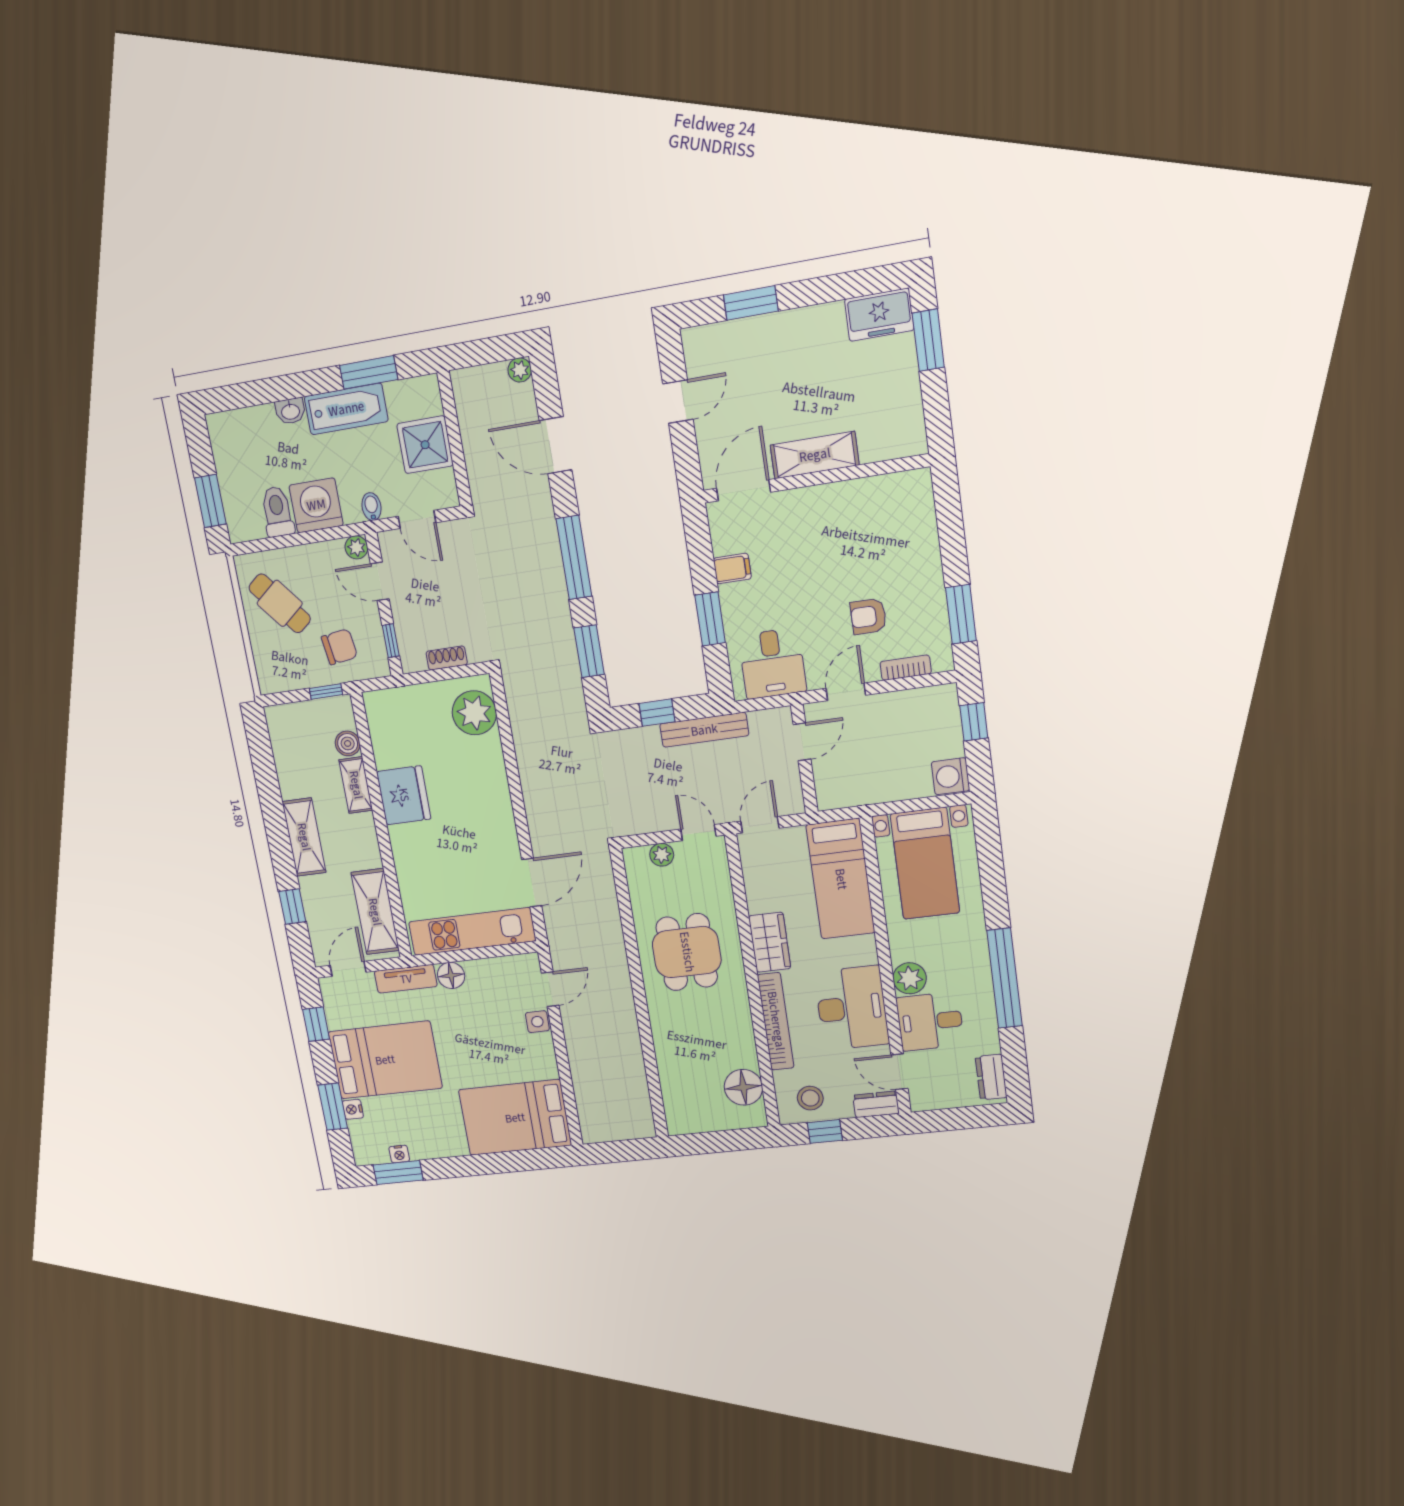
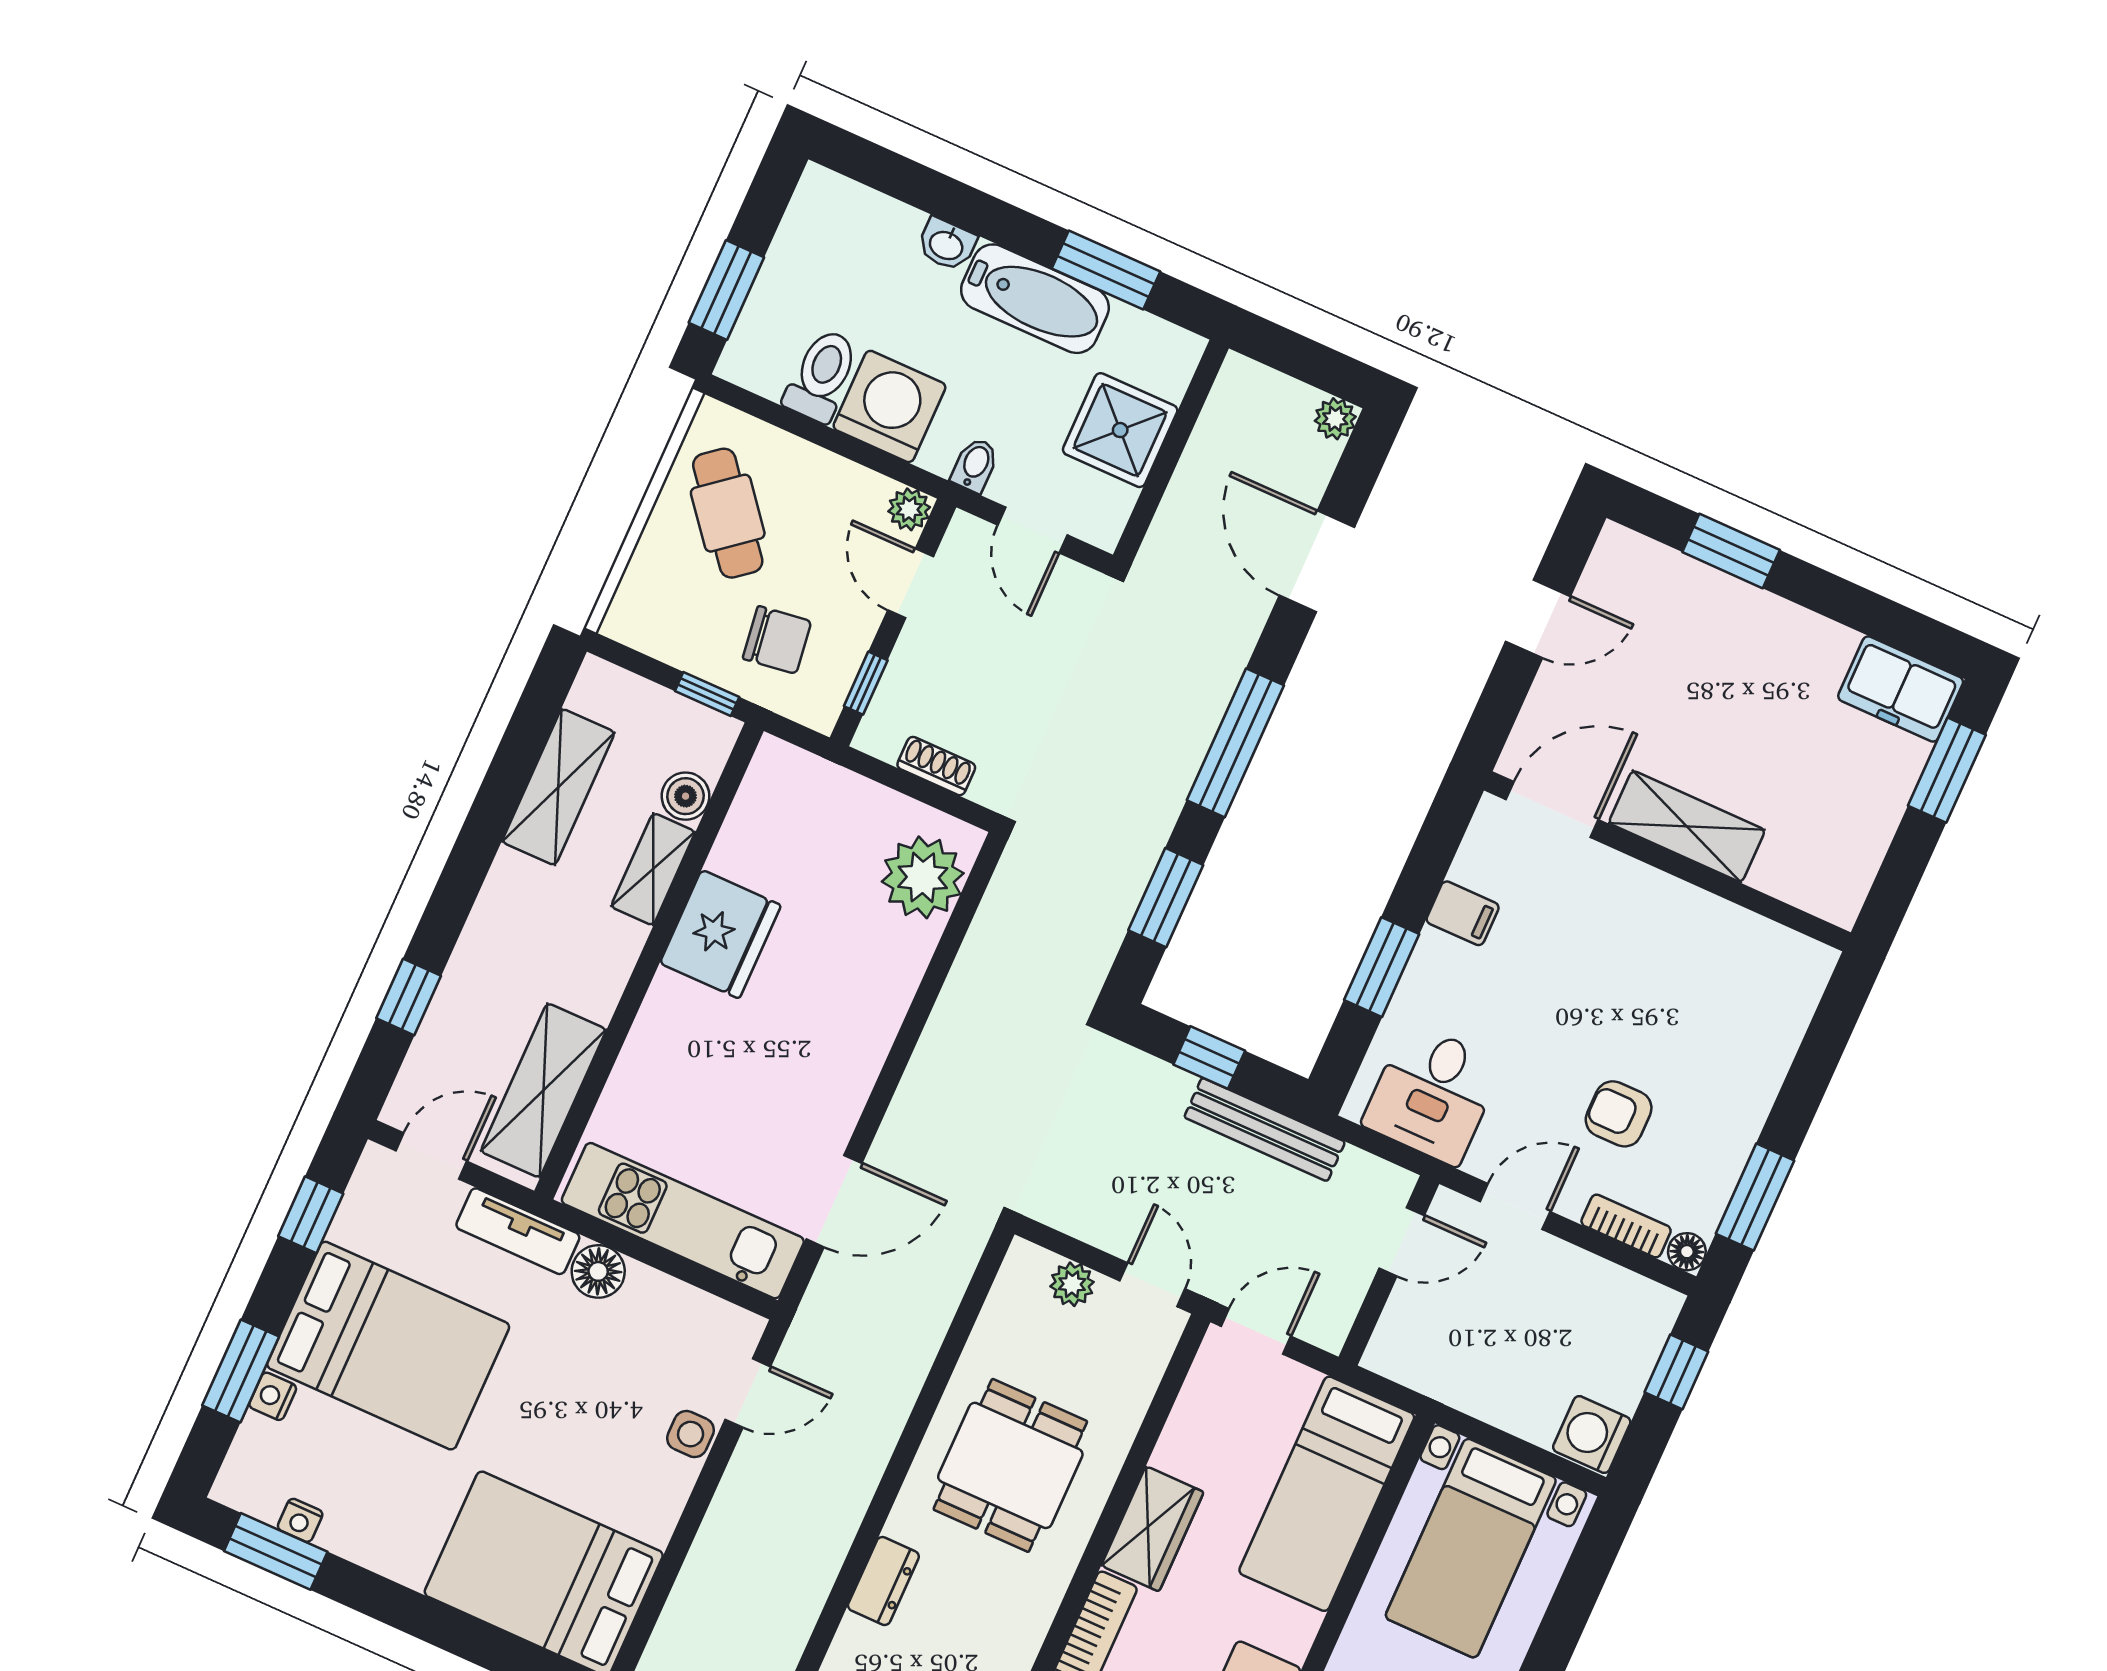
floor lamp: (943, 661) -> (1687, 1252), added
shelving: (304, 837) -> (558, 787), moved
dresser: (663, 1036) -> (883, 1581), added

